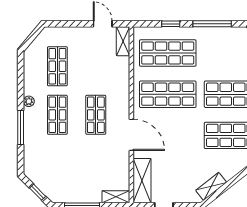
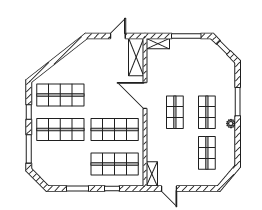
window: (212, 24) -> (77, 188), width x0.69
shelving: (211, 186) -> (78, 52), removed

